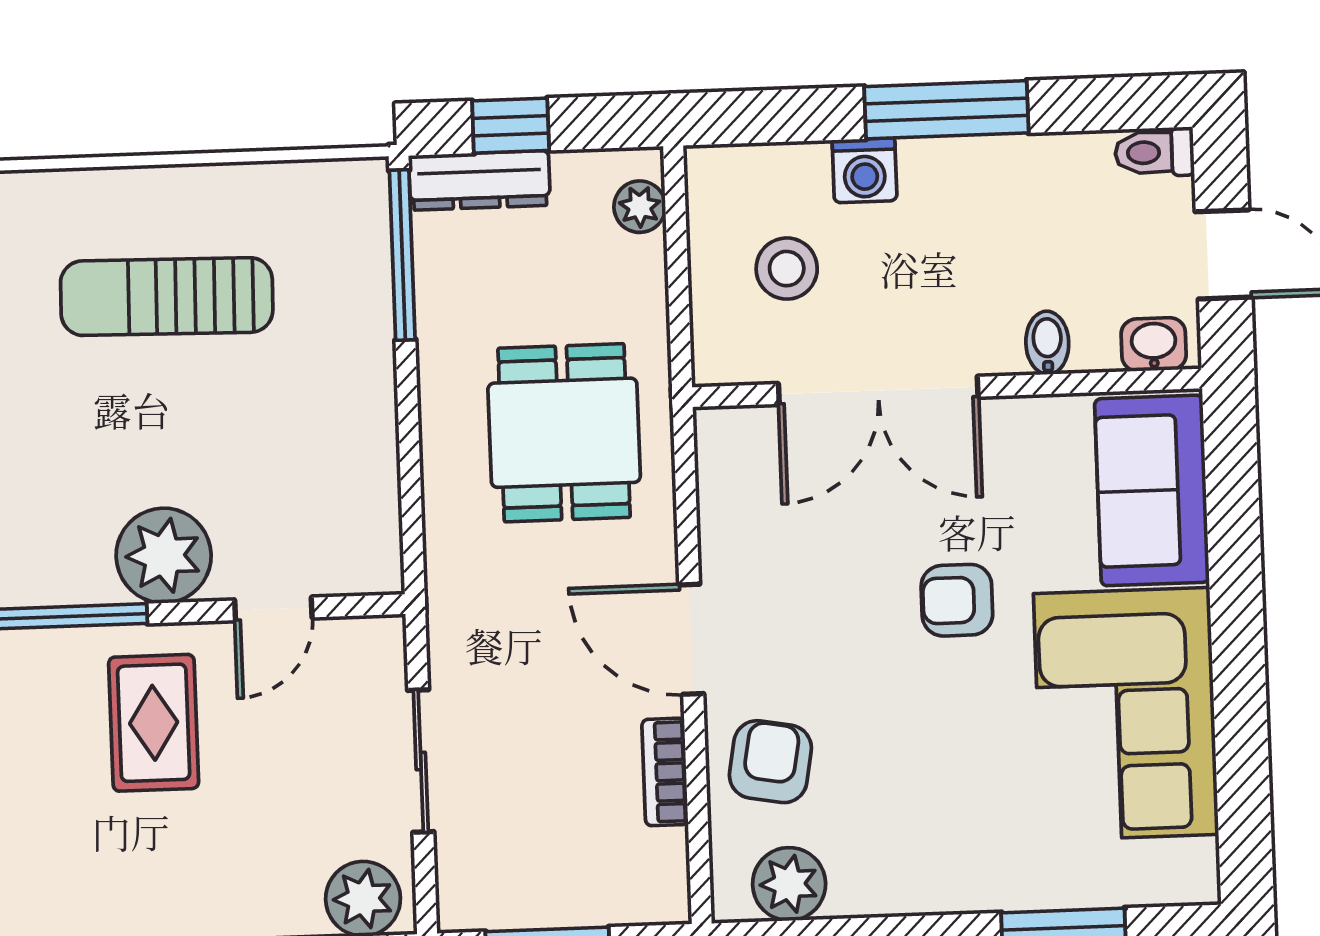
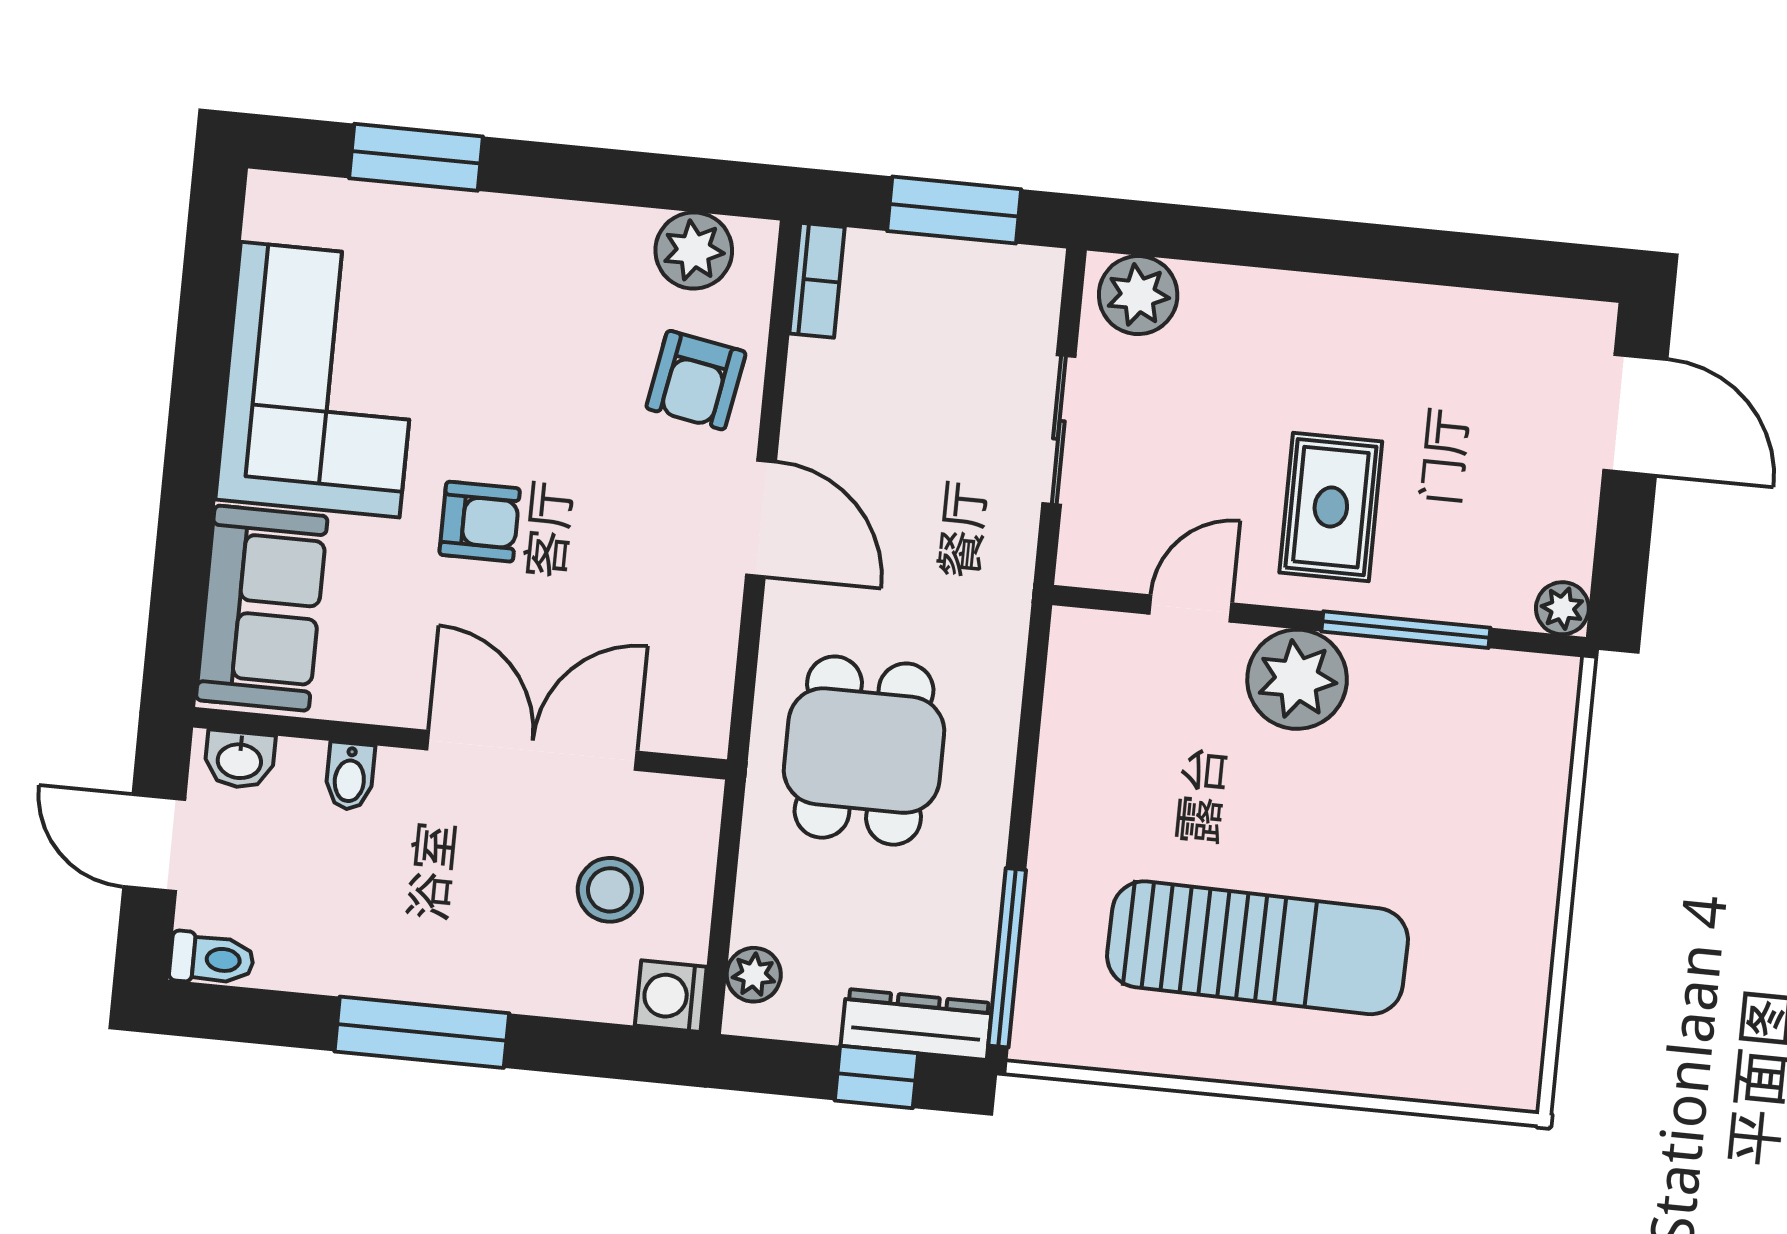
washing machine: (865, 170) -> (671, 996), moved, turned -90
sun lounger: (167, 297) -> (1257, 948), width x1.36, depth x1.34
bookcase: (665, 772) -> (817, 280), moved

